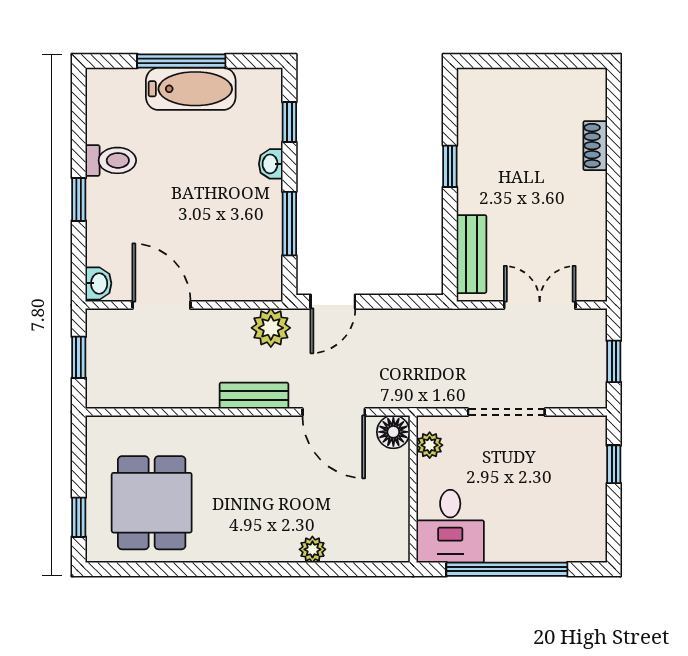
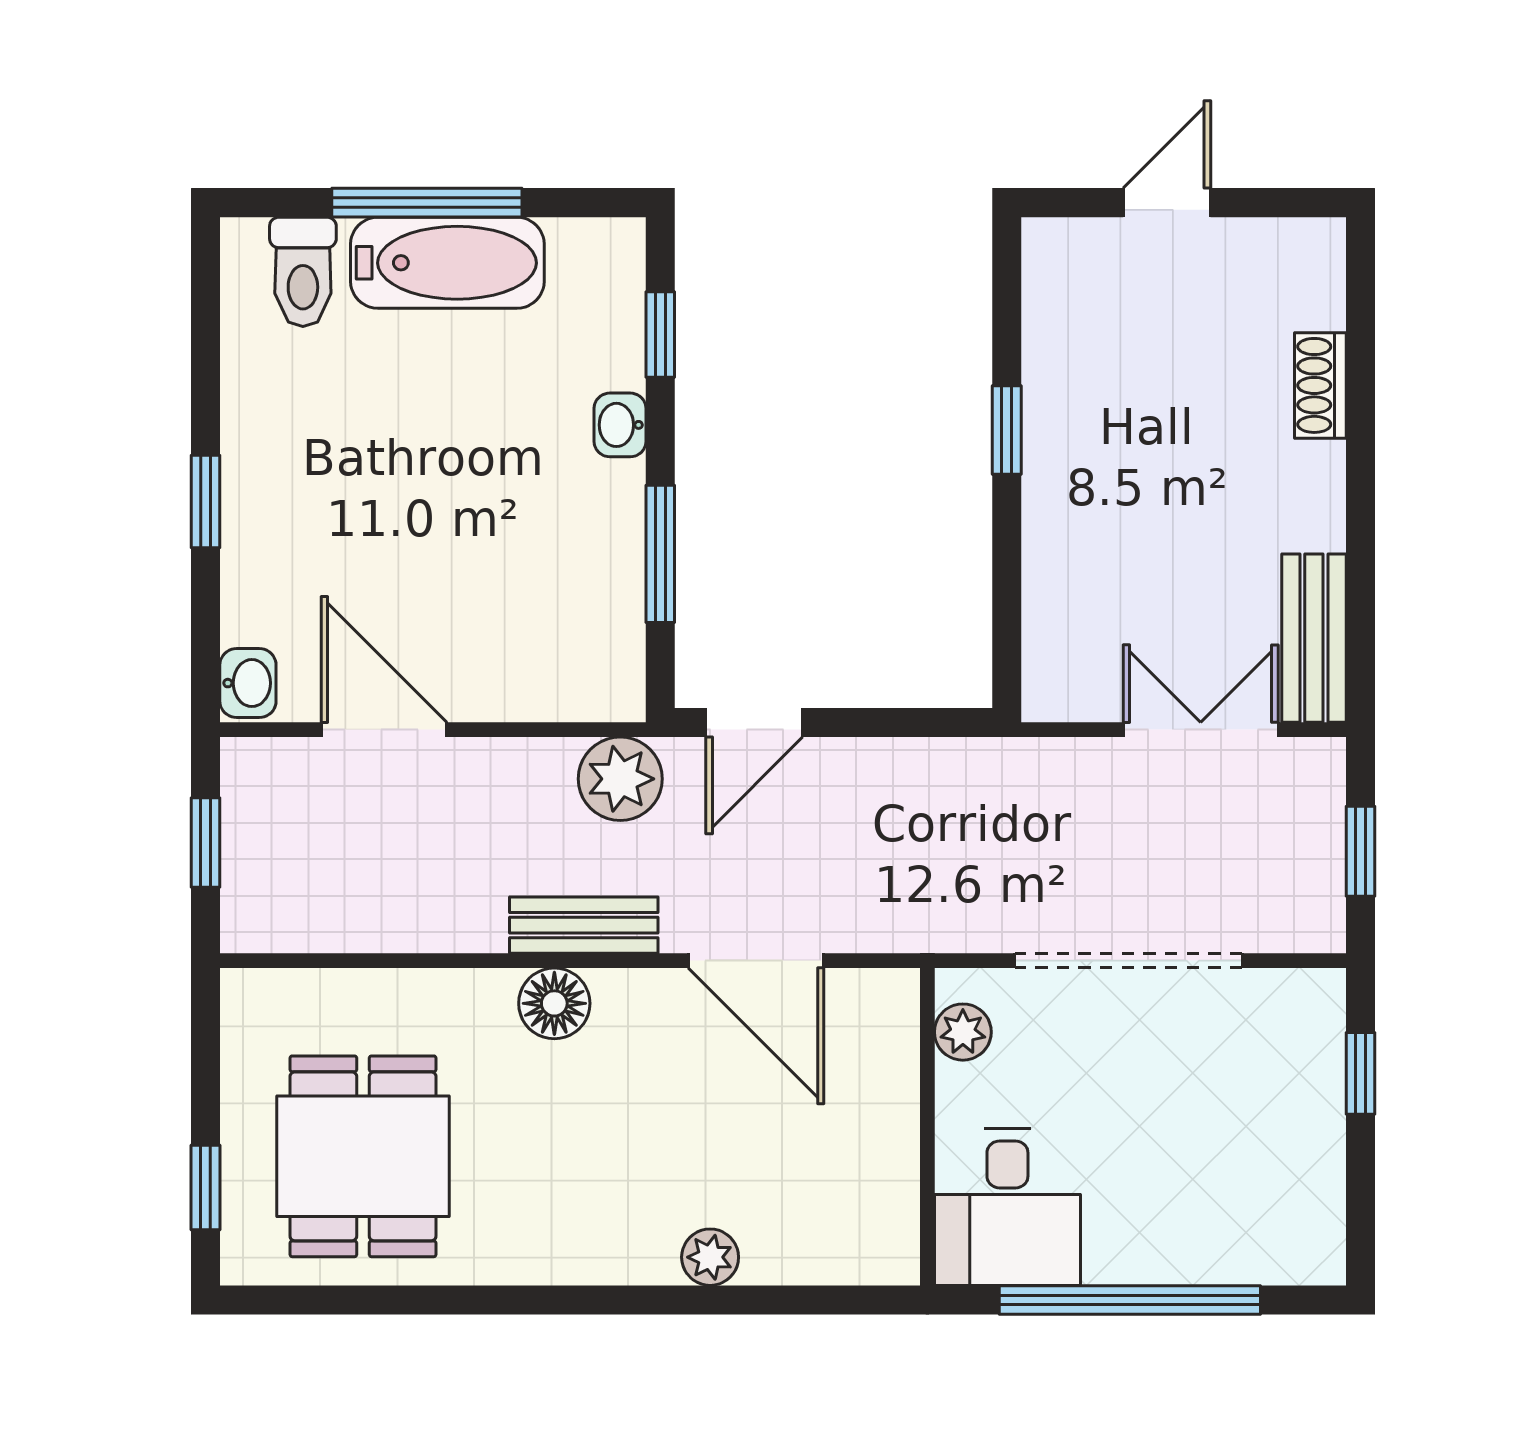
door: (524, 61) -> (1167, 203), added
toilet: (111, 160) -> (303, 272), moved, turned 90
bench: (471, 254) -> (1314, 638), moved
doorway: (506, 412) -> (1129, 961), width x1.36
floor lamp: (393, 432) -> (554, 1003), moved

